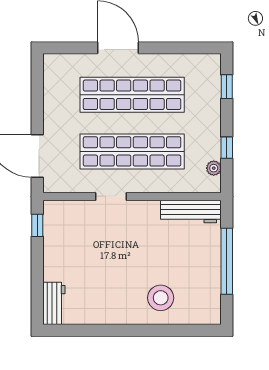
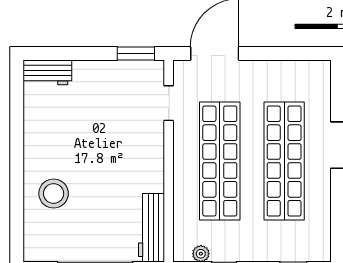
doorway: (111, 196) -> (169, 103), moved
window: (37, 225) -> (136, 53), width x1.50

